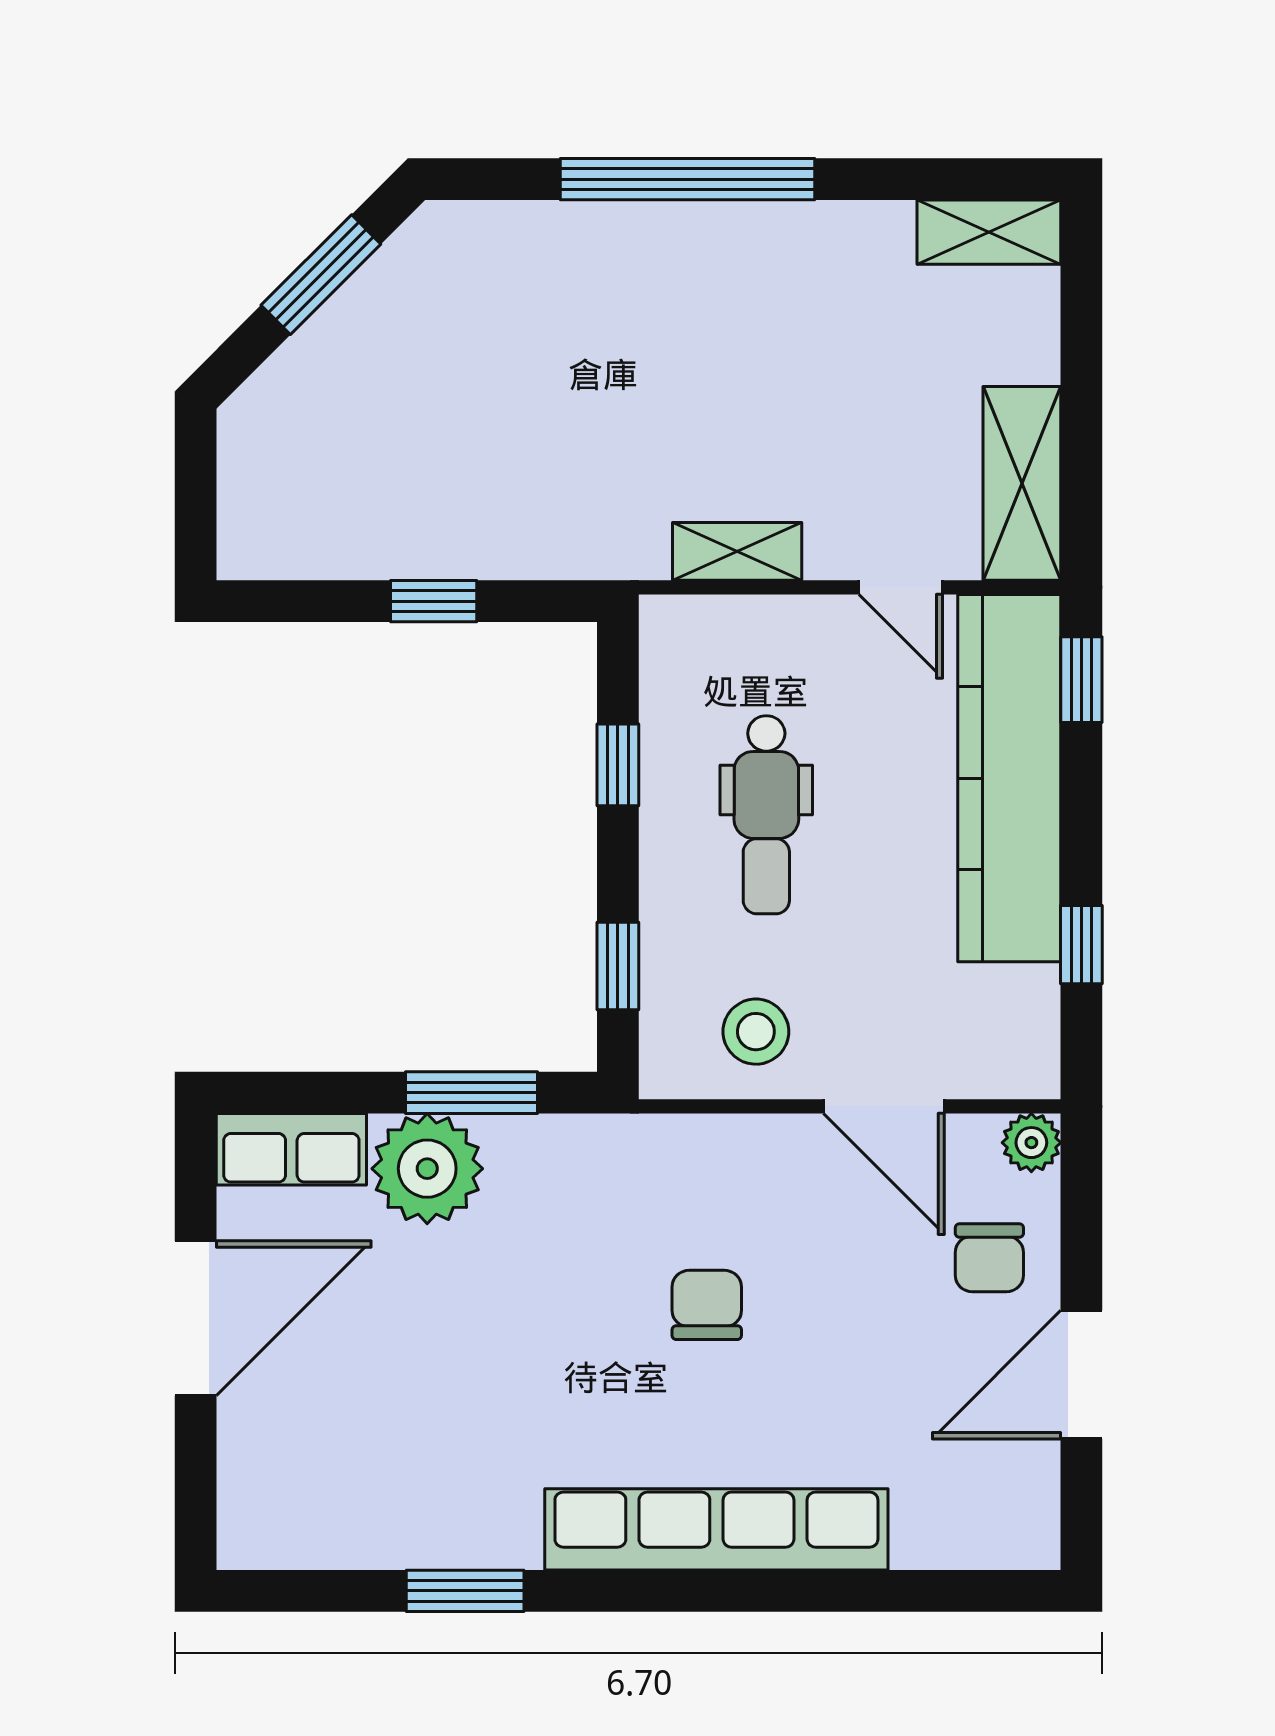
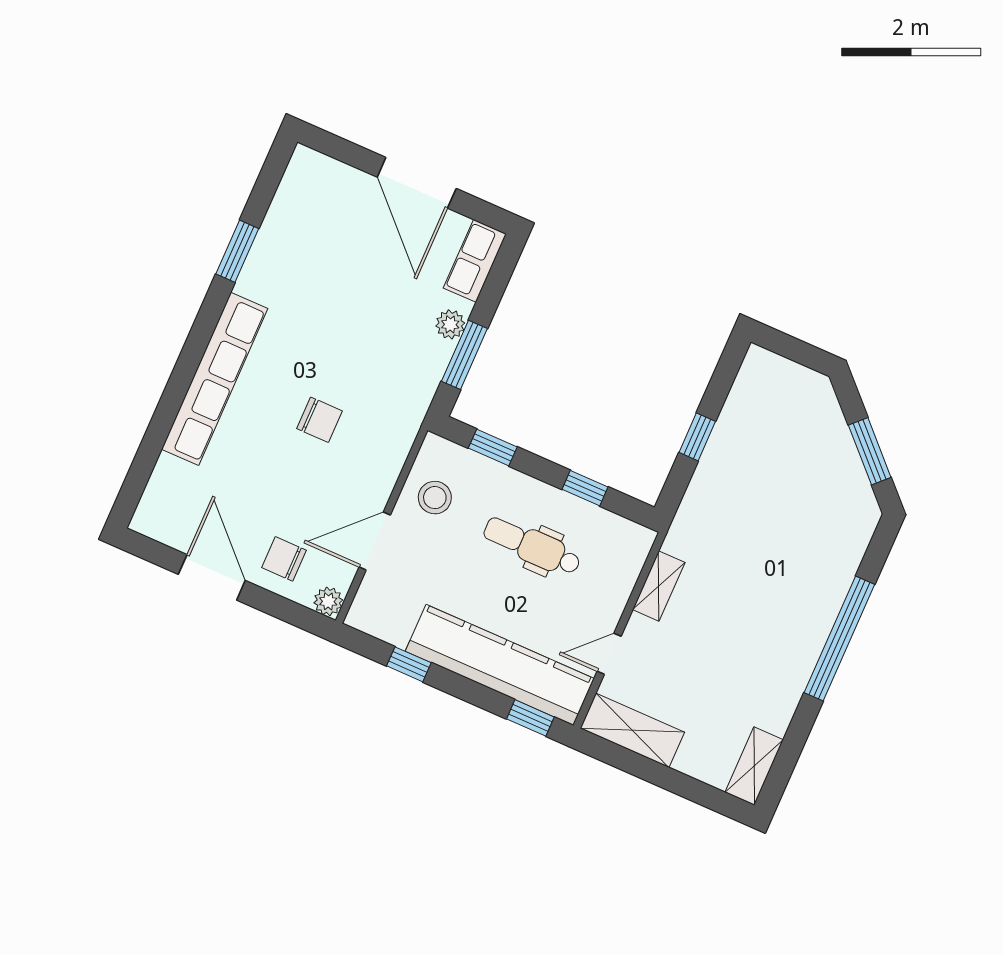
plant: (427, 1169) -> (450, 324), width x0.53, depth x0.53

